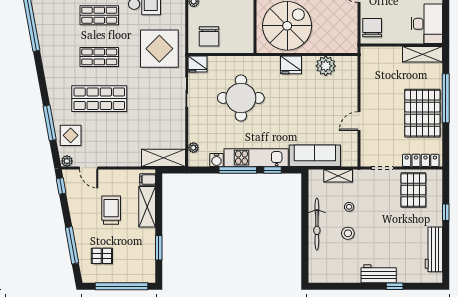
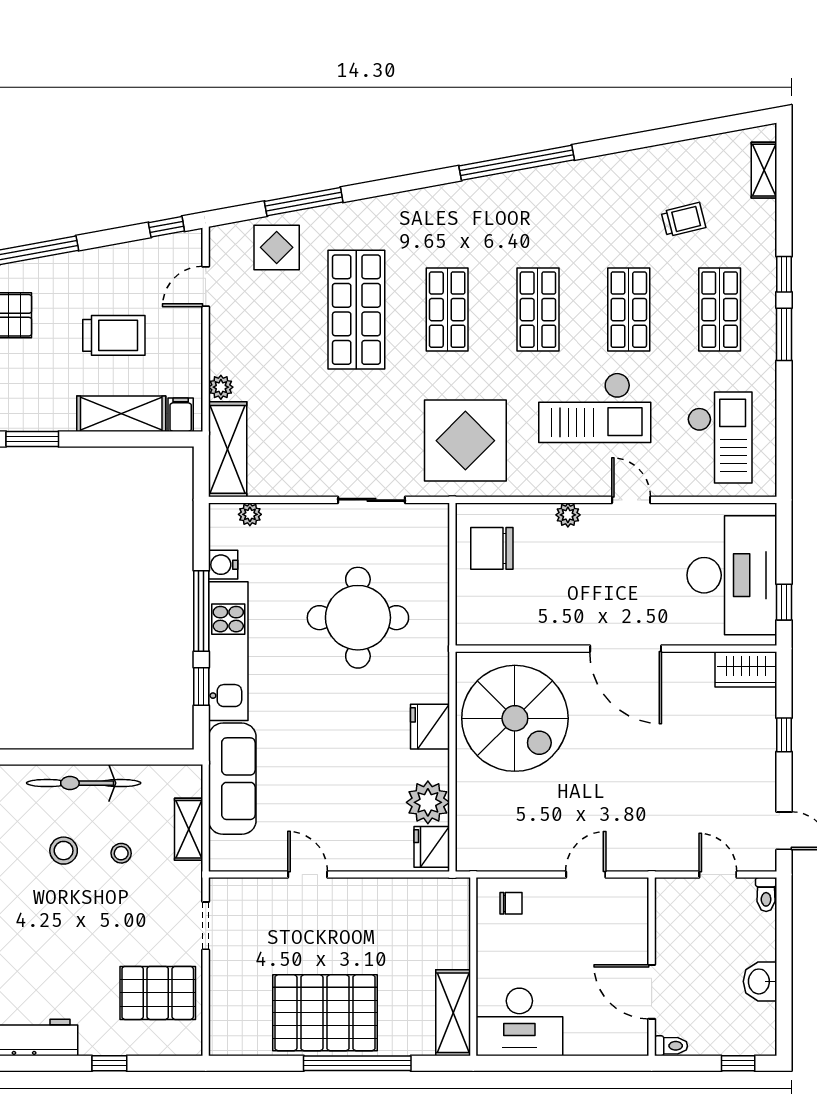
chair: (372, 28) -> (511, 903), width x0.54, depth x0.54
fridge: (197, 64) -> (432, 847), moved
locker: (421, 160) -> (222, 1009), removed
plant: (67, 161) -> (221, 387), moved

